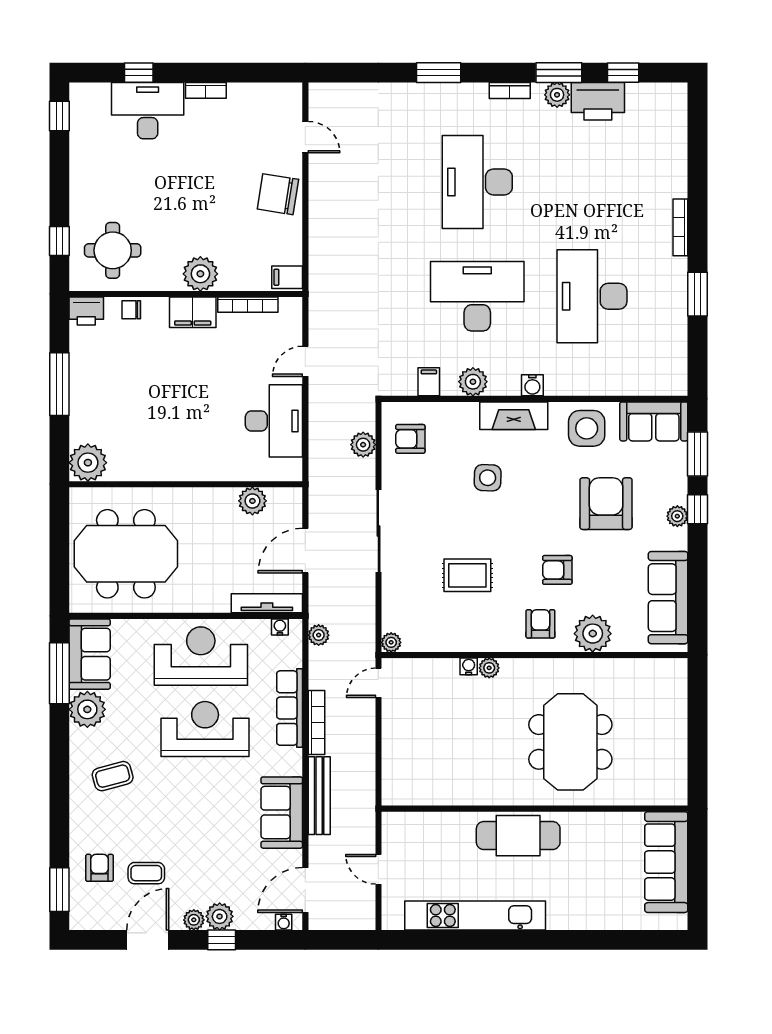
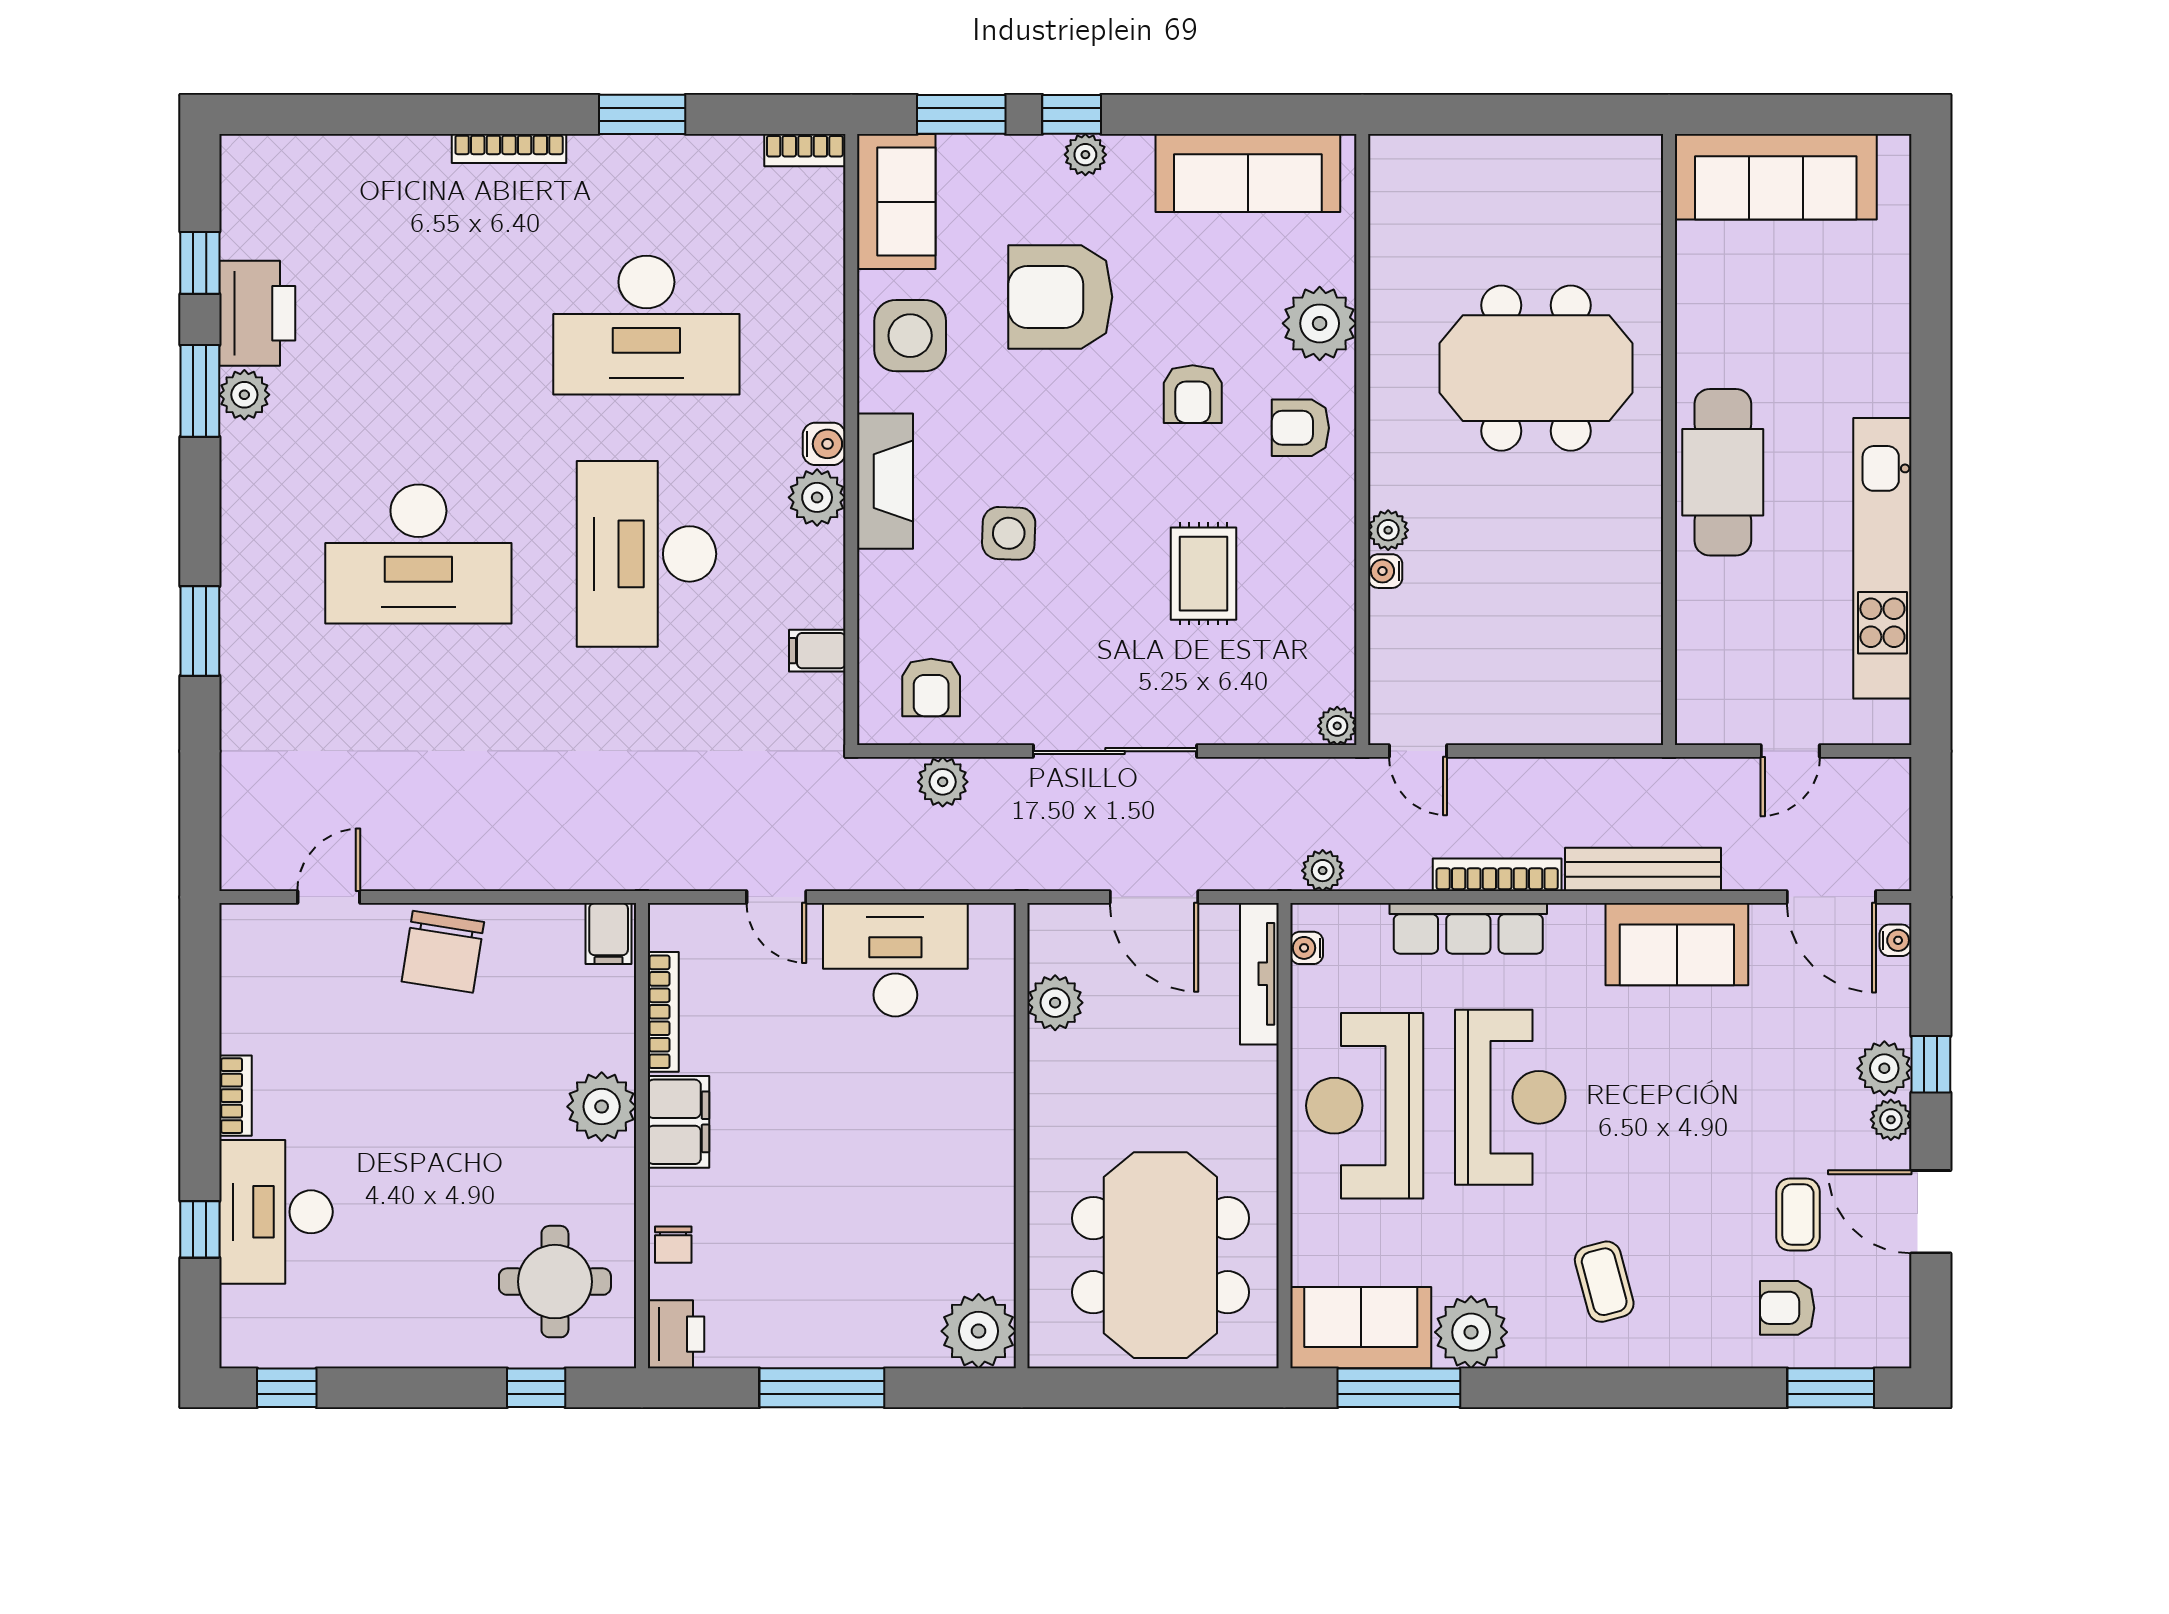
bookcase: (510, 90) -> (805, 150), moved, turned 90
plant: (473, 382) -> (817, 497), moved
reception desk: (205, 729) -> (1510, 1097), turned 180

